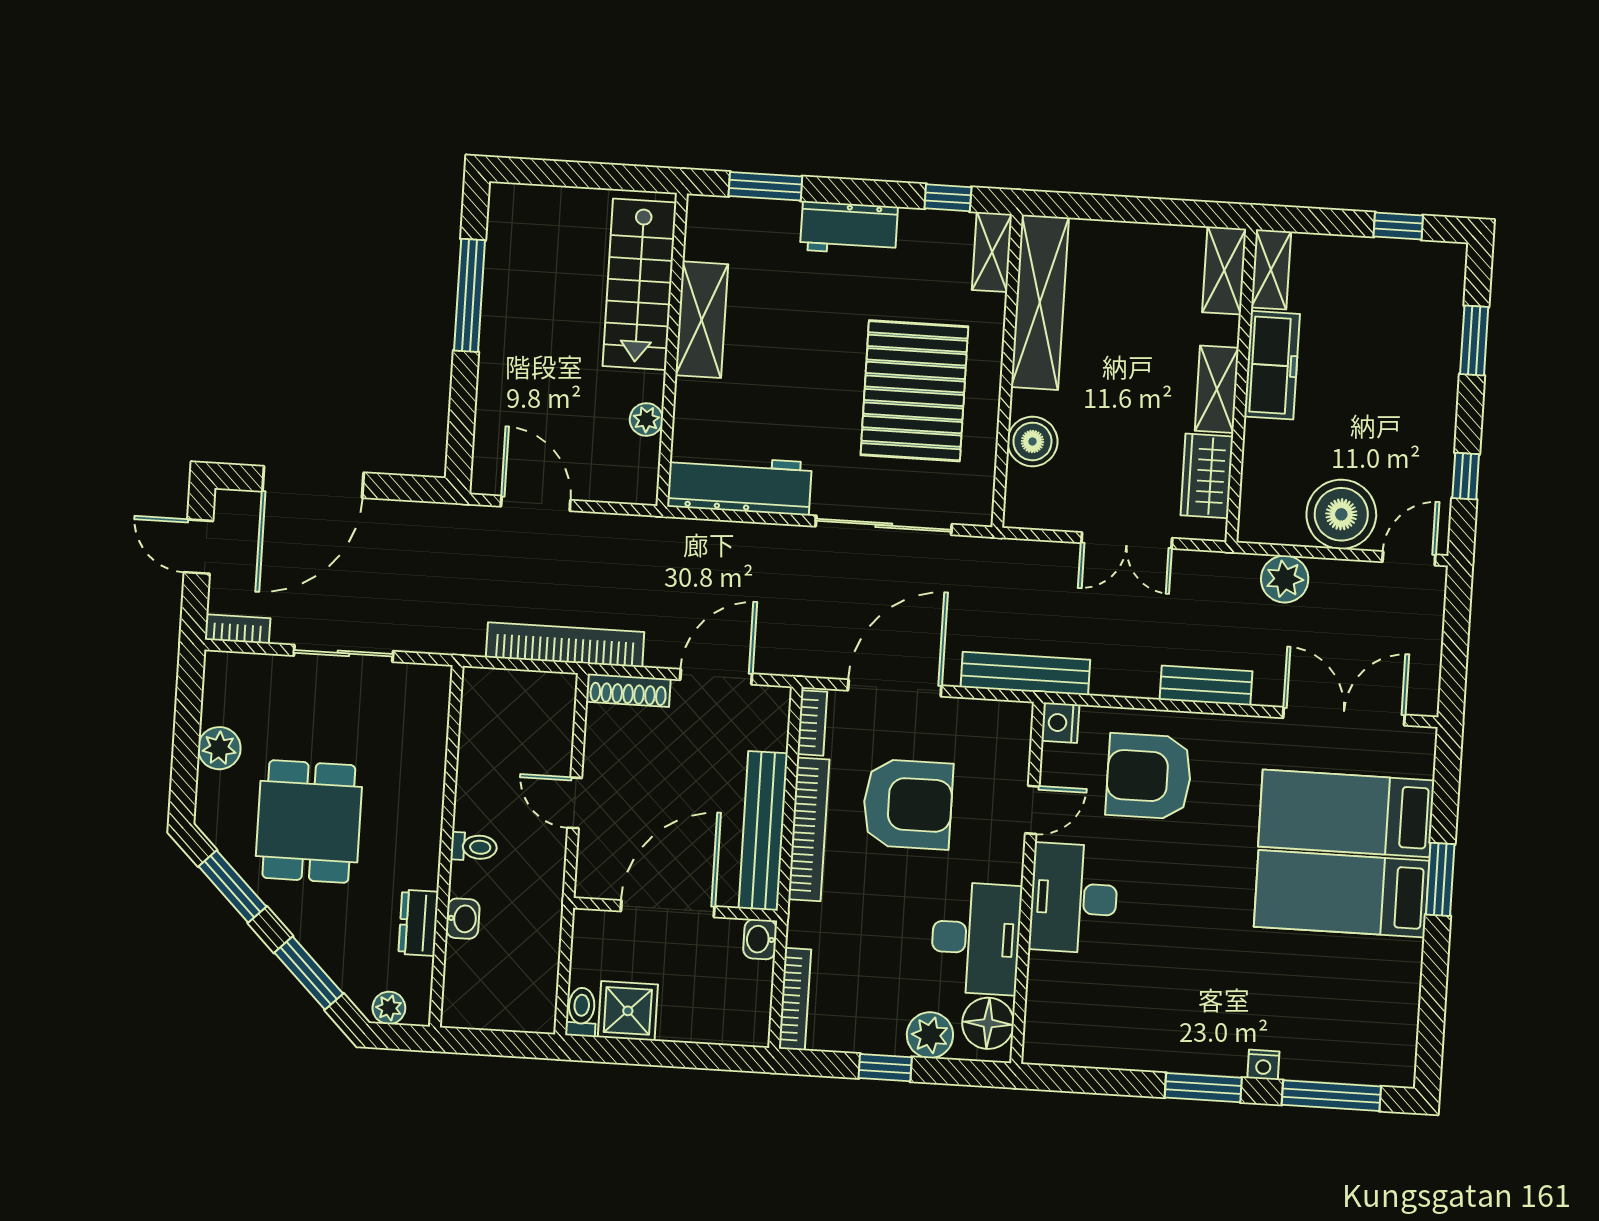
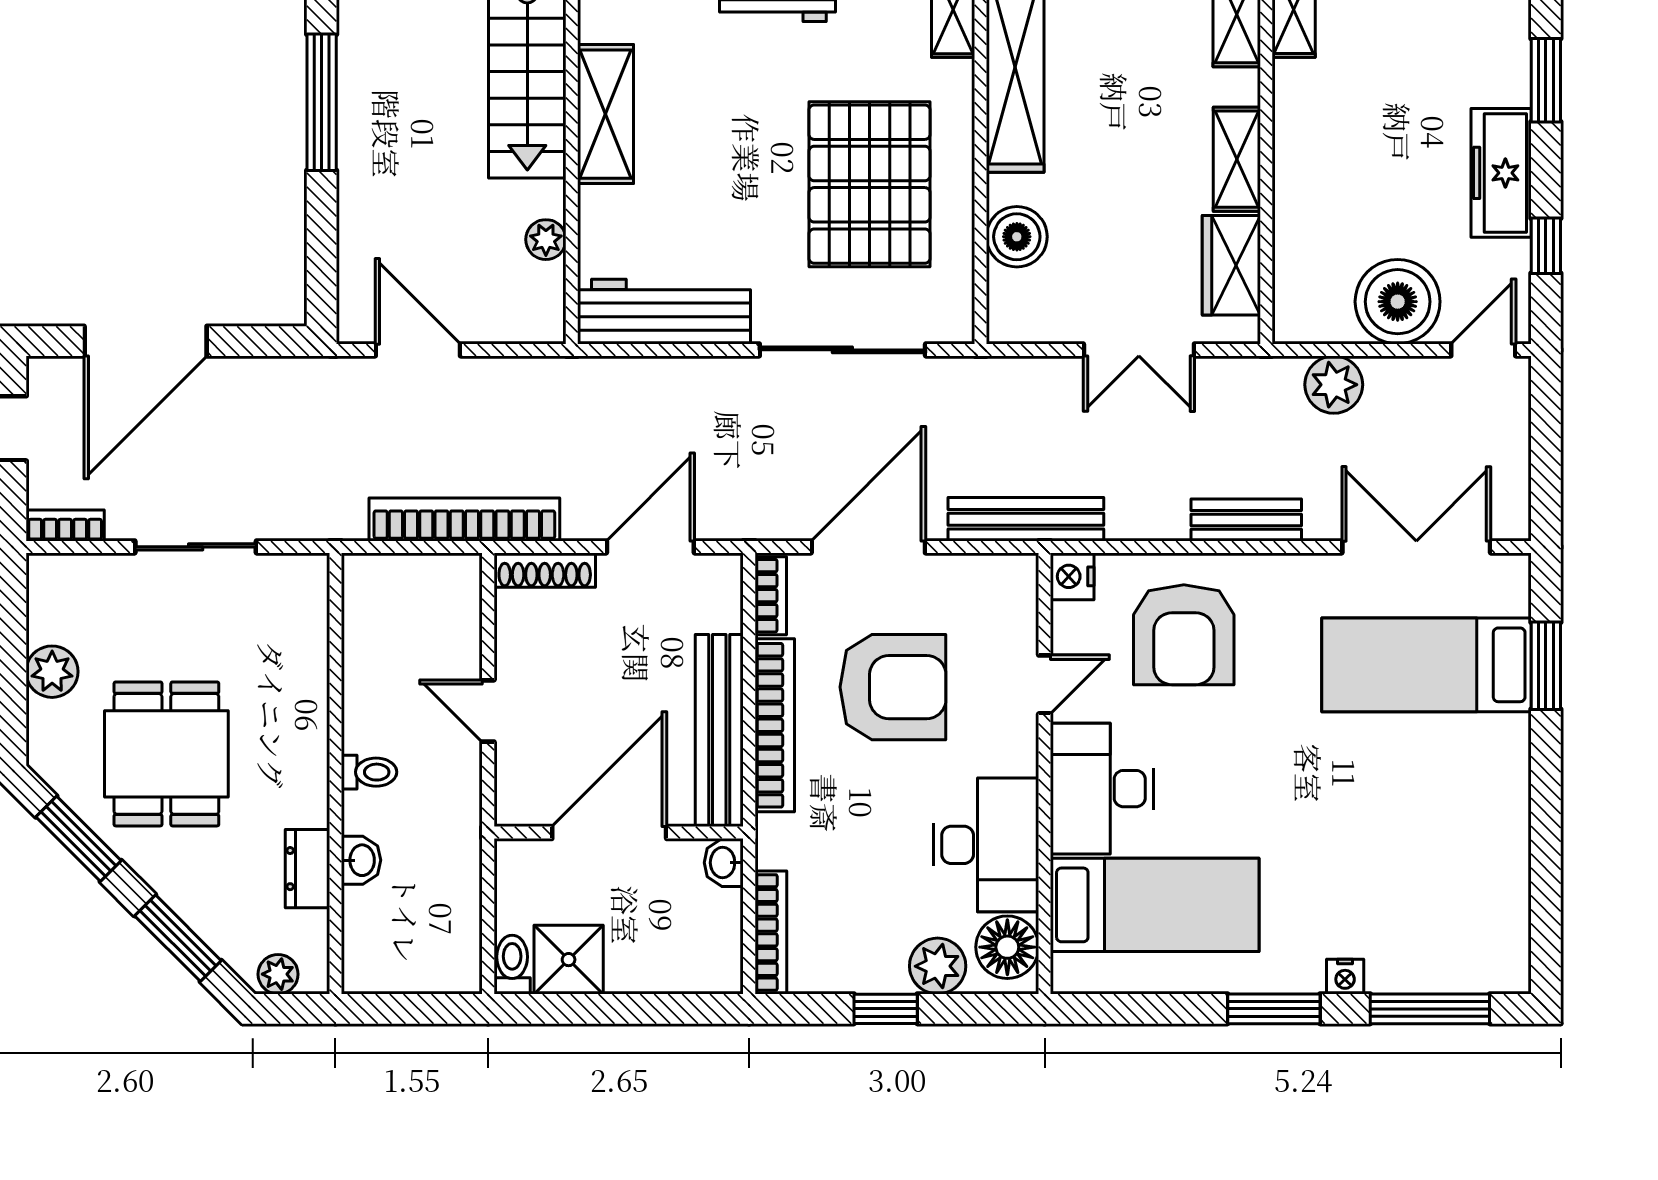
freezer: (1272, 365) -> (1501, 173), moved, turned 180
armchair: (1149, 776) -> (1184, 635), turned -90
window: (1440, 879) -> (1546, 666), moved
bed: (1342, 894) -> (1155, 905), moved, turned 180

